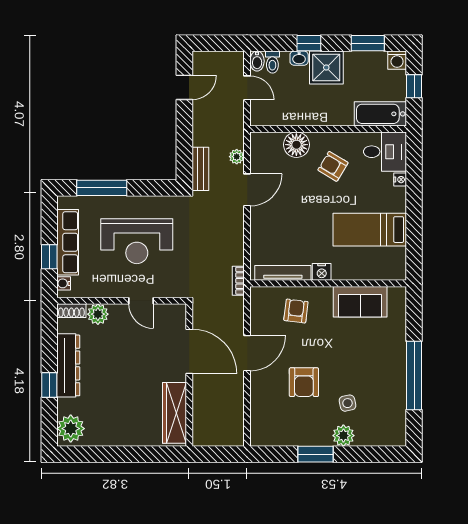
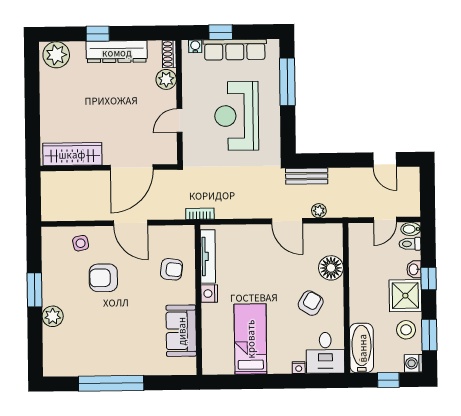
stool: (362, 67) -> (406, 330), added
side table: (348, 403) -> (81, 243), moved

